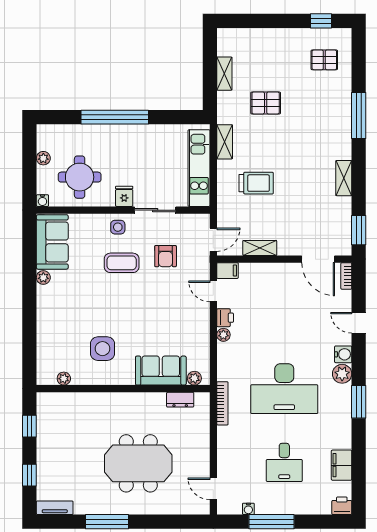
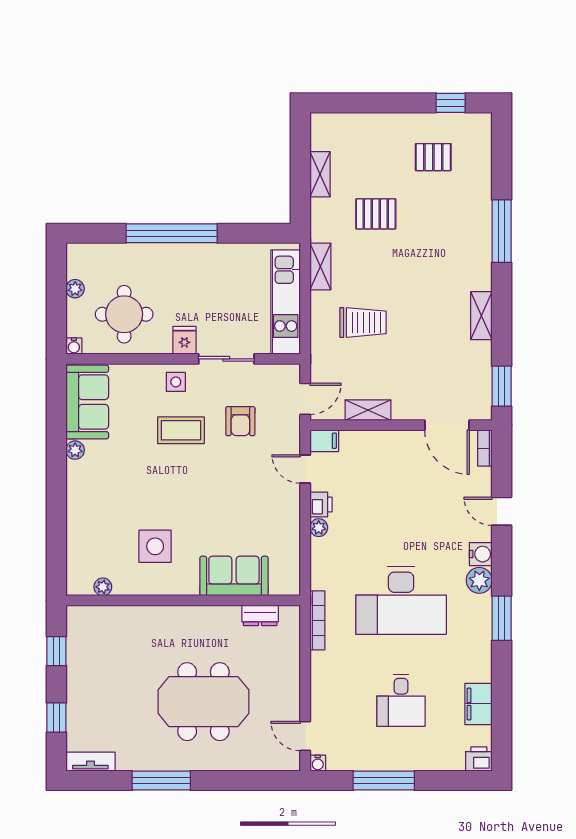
pallet: (324, 60) -> (433, 157), moved
plant: (194, 378) -> (279, 586), removed
water cooler: (248, 509) -> (318, 763), moved

